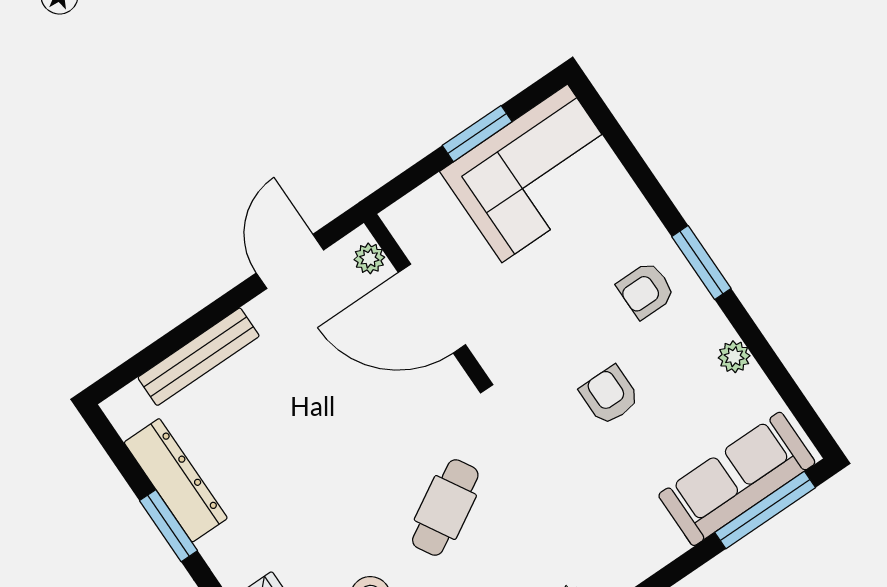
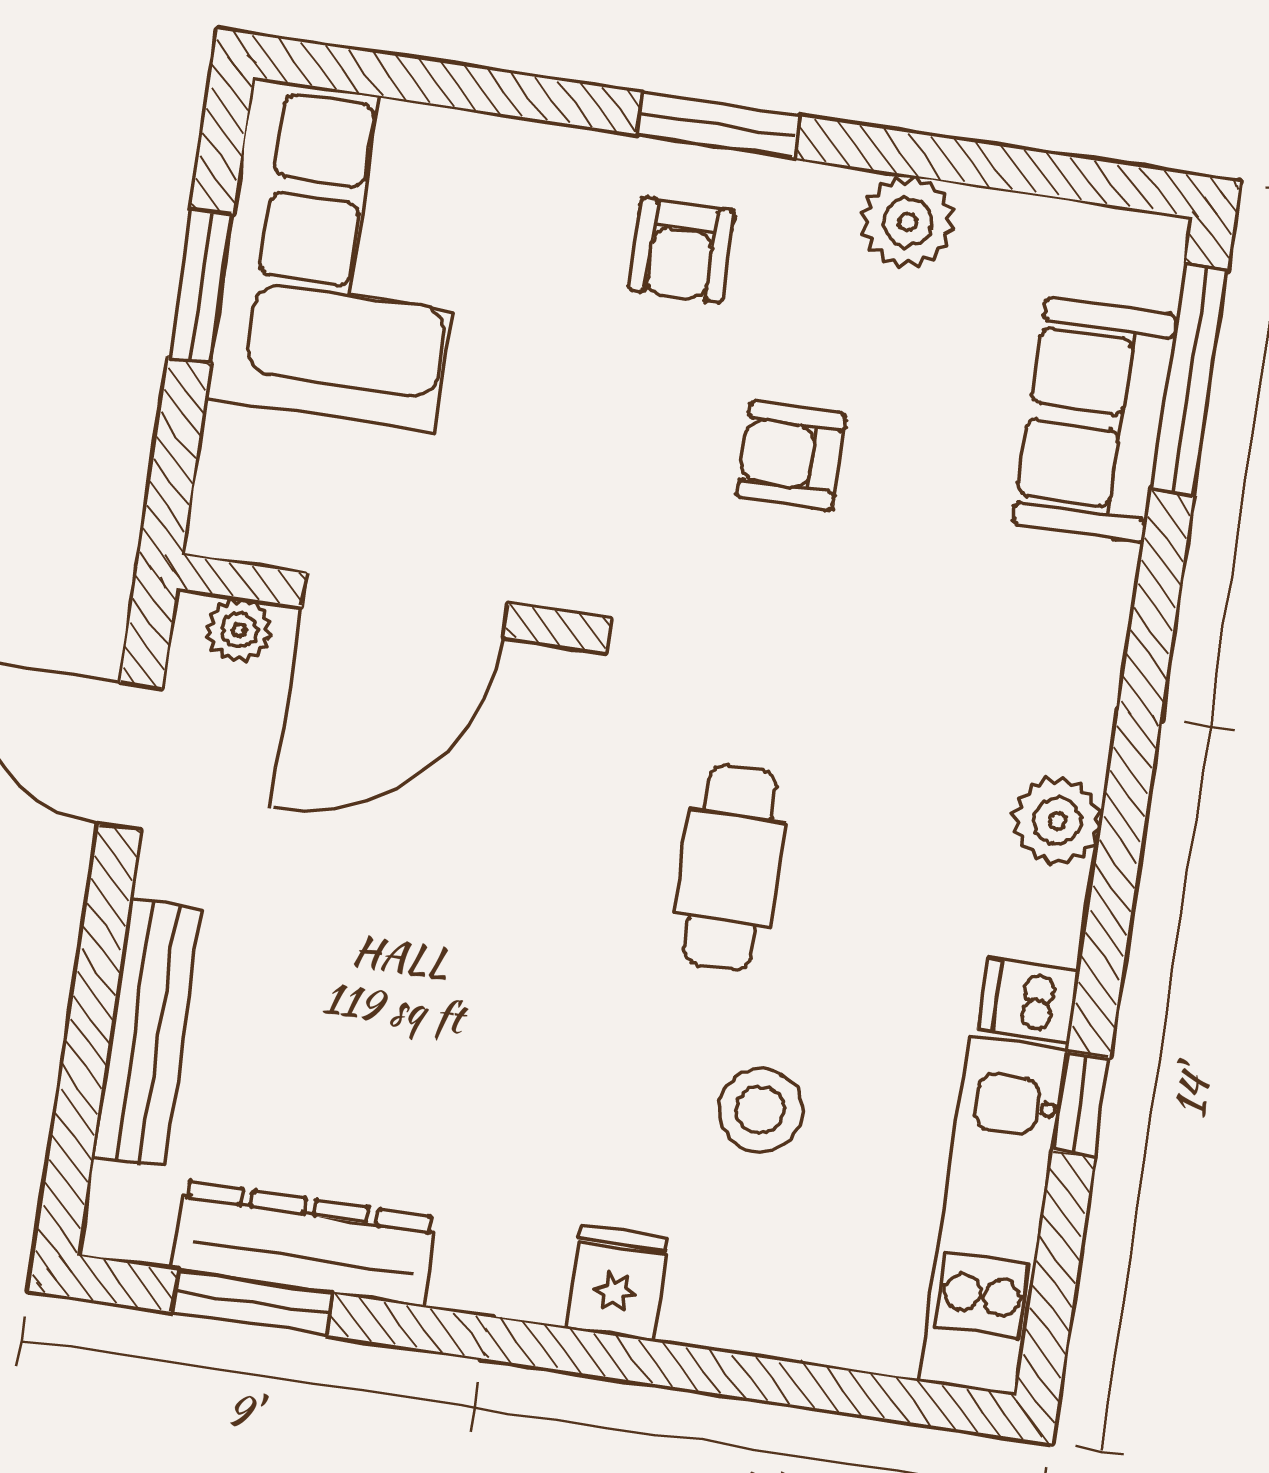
plant: (734, 357) -> (908, 222), width x1.38, depth x1.38
sofa: (737, 479) -> (1095, 420), width x0.73
cafe table: (445, 508) -> (730, 868), turned 30
window: (168, 526) -> (253, 1303), moved

